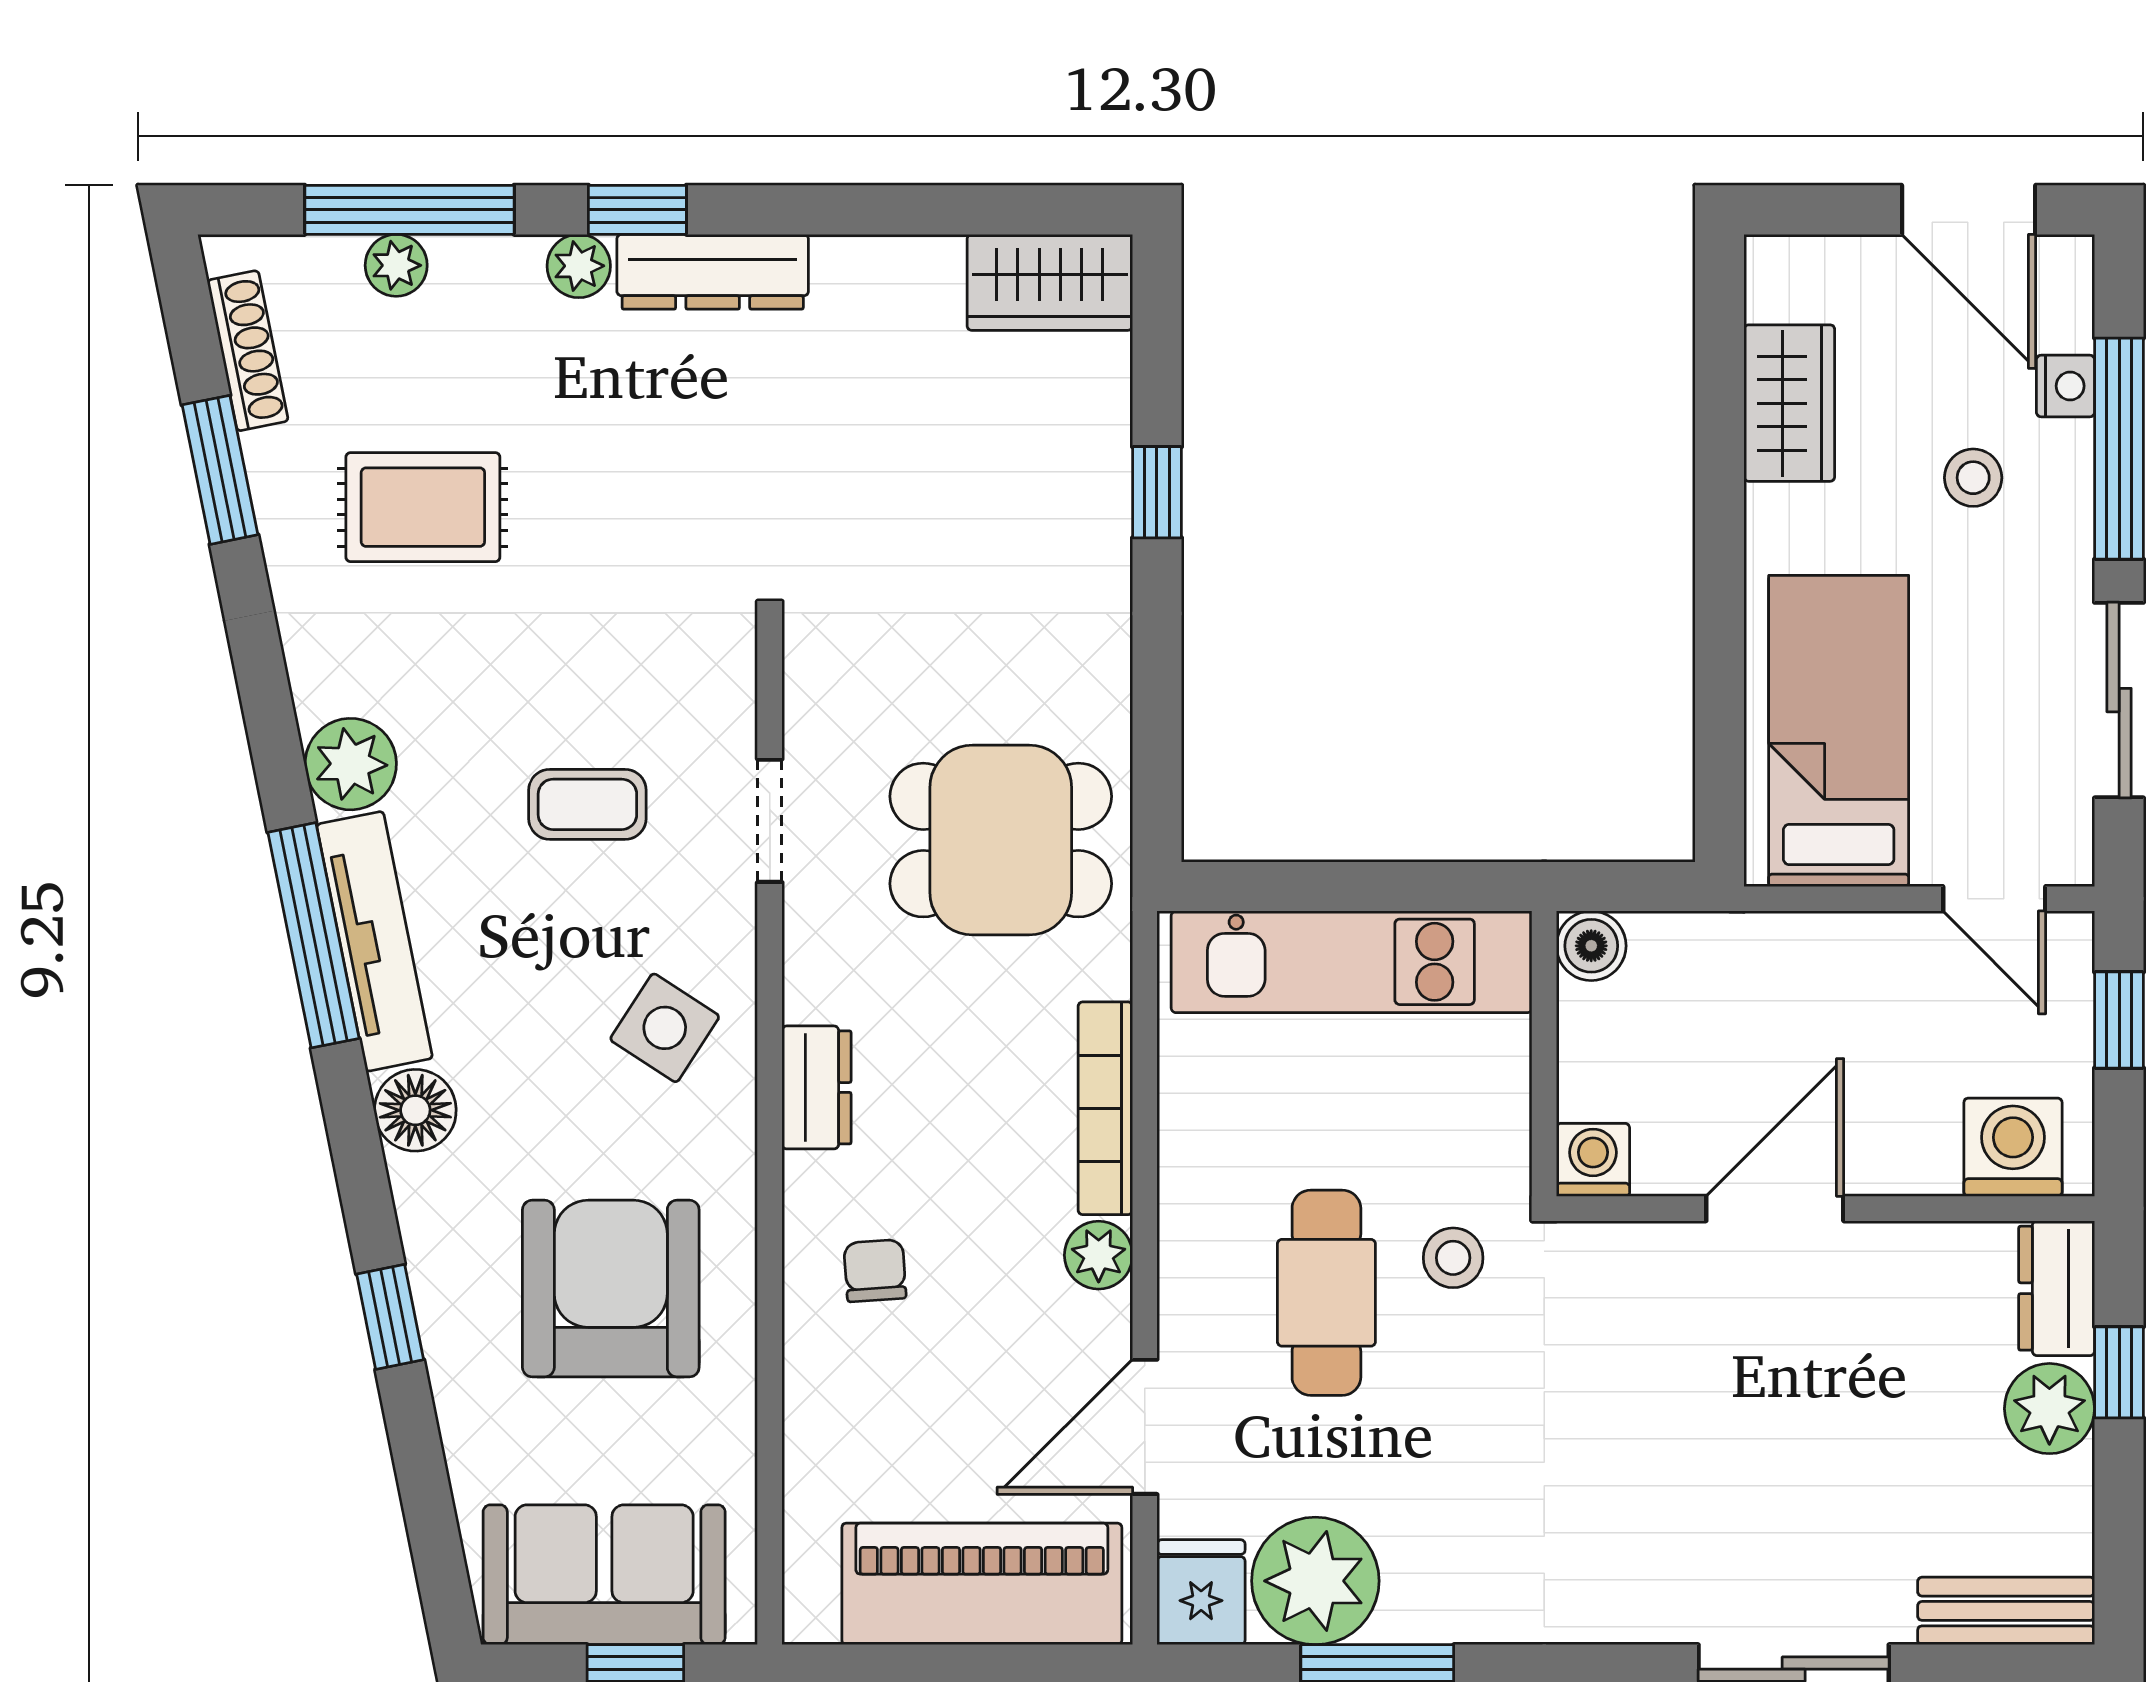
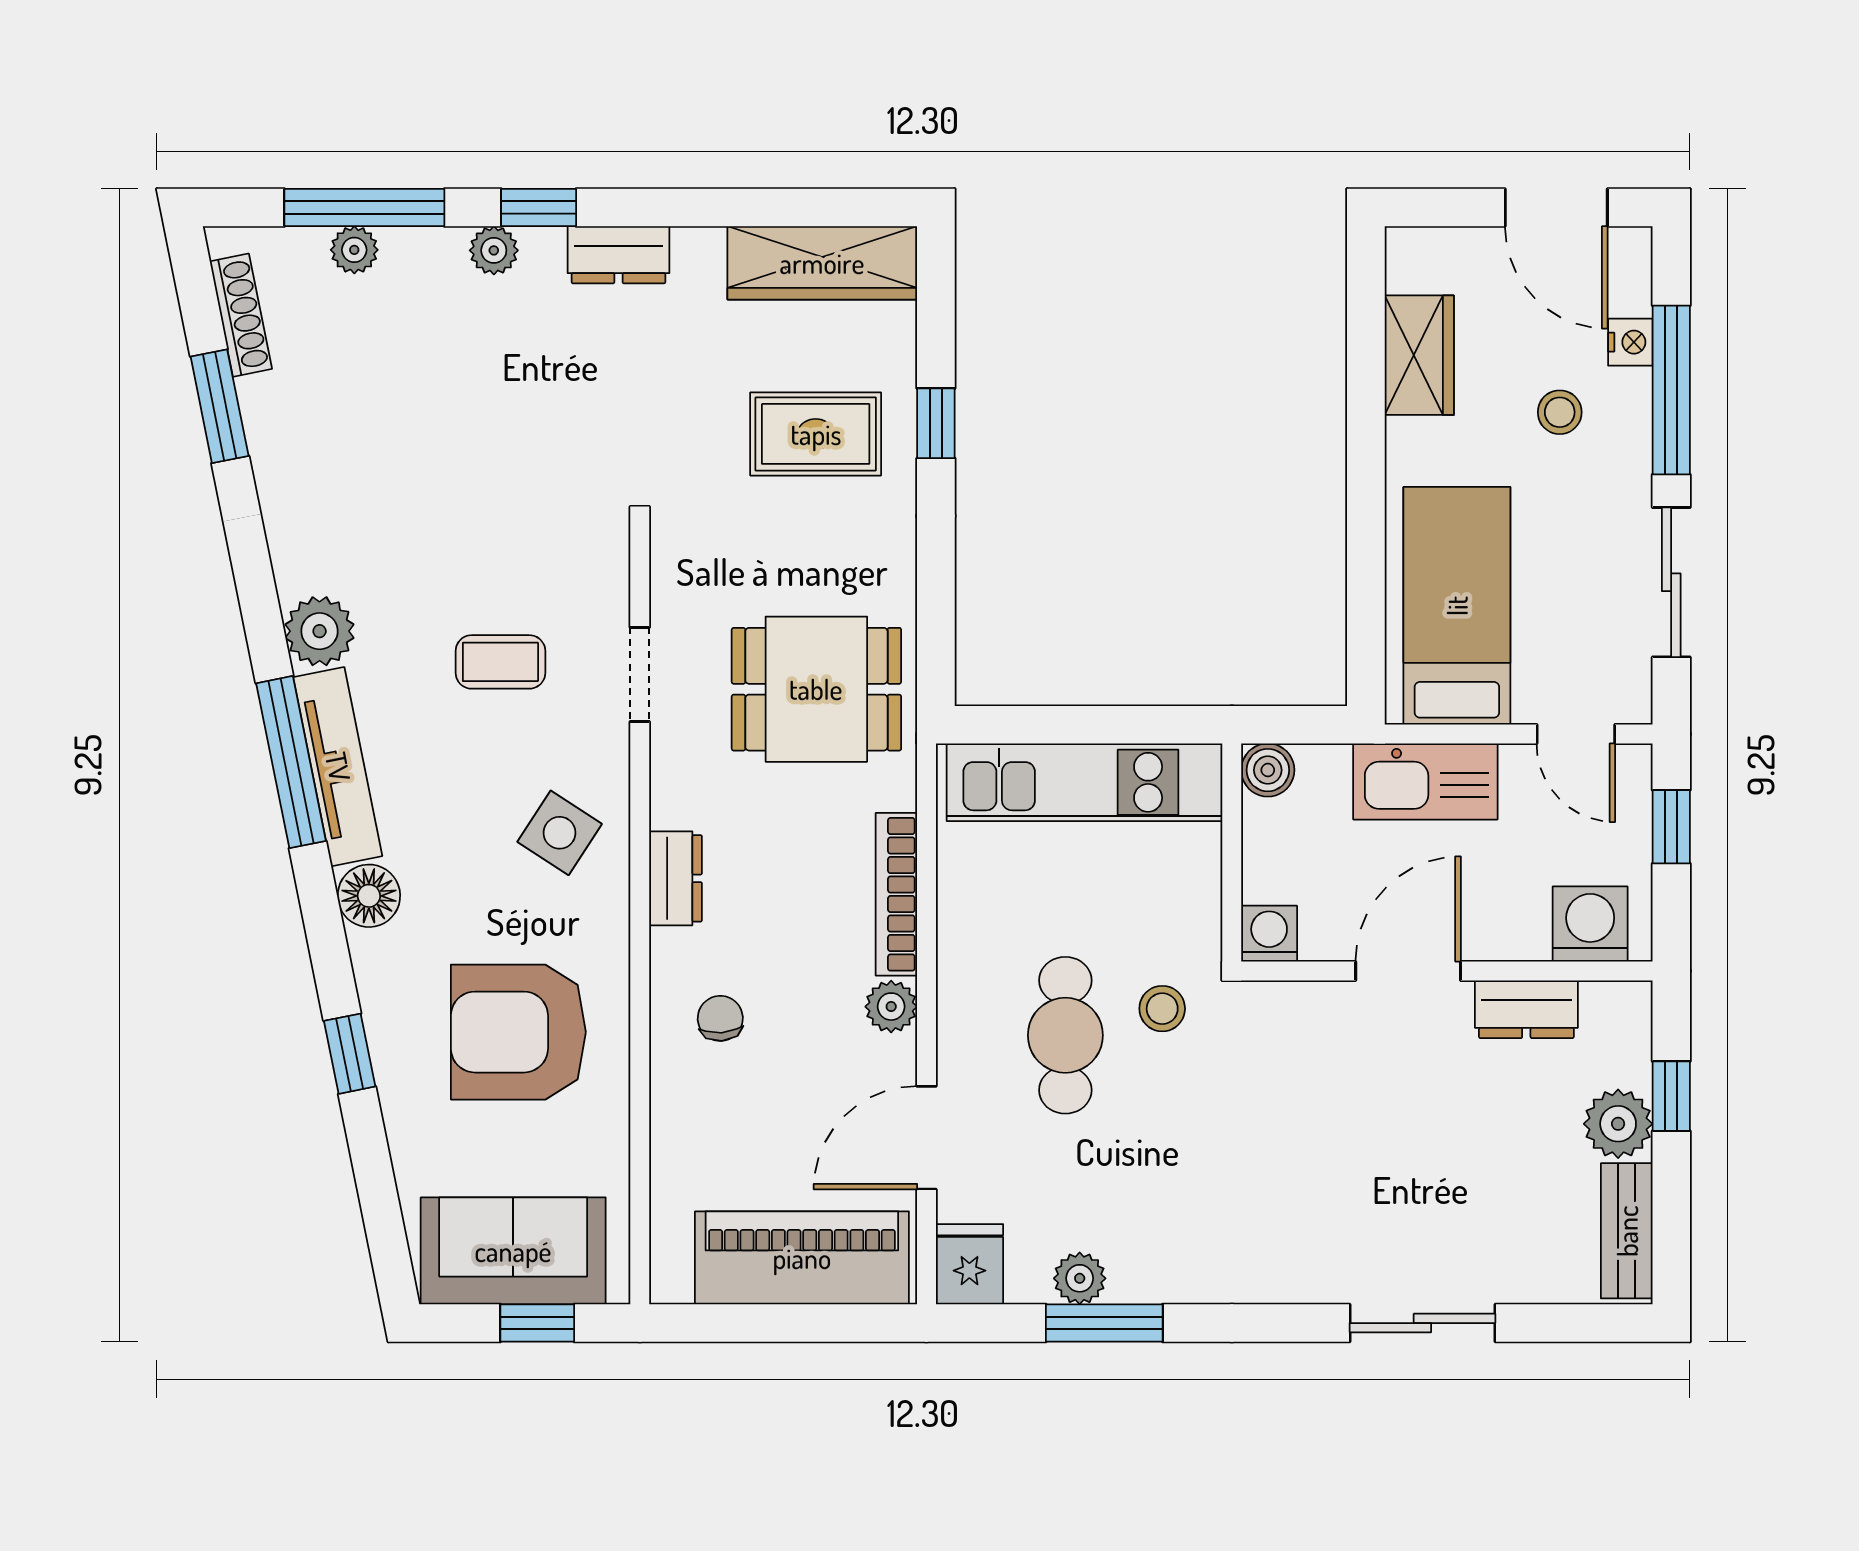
dresser: (713, 272) -> (618, 255), width x0.70
wardrobe: (1050, 282) -> (822, 263), width x1.50
rug: (423, 507) -> (816, 434), moved
kitchen sink: (1797, 961) -> (1425, 781), added
dresser: (2057, 1288) -> (1526, 1009), moved, turned -90
armchair: (611, 1289) -> (518, 1032), turned -90
plant: (1315, 1581) -> (1080, 1278), width x0.53, depth x0.53
bench: (2006, 1611) -> (1627, 1231), moved, turned 90

